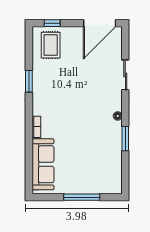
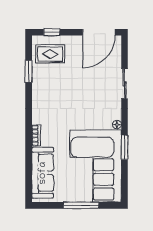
rug: (51, 45) -> (50, 54), turned 90
window: (29, 81) -> (29, 71), moved
corner sofa: (96, 158) -> (96, 166), added

